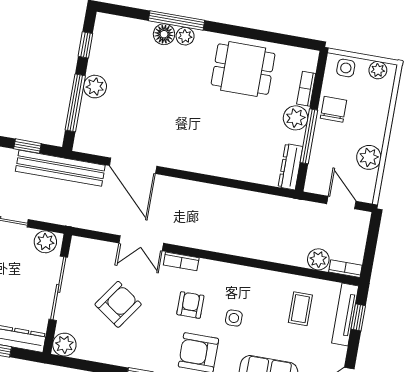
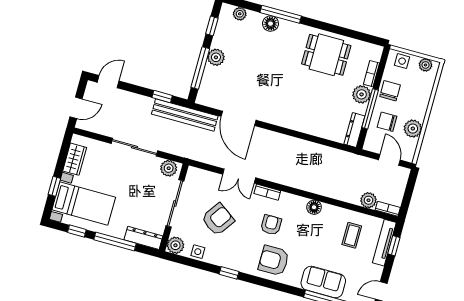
plant: (185, 36) -> (240, 14), moved
chair: (333, 151) -> (387, 122), added
floor lamp: (246, 276) -> (314, 207), added
side table: (234, 318) -> (198, 252), moved

